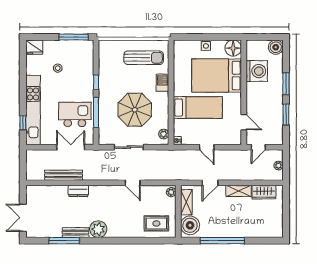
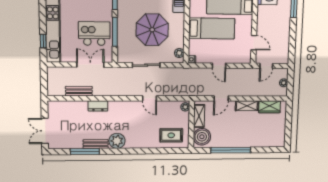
window: (286, 115) -> (293, 36), removed
bench: (64, 175) -> (79, 91), width x0.73

